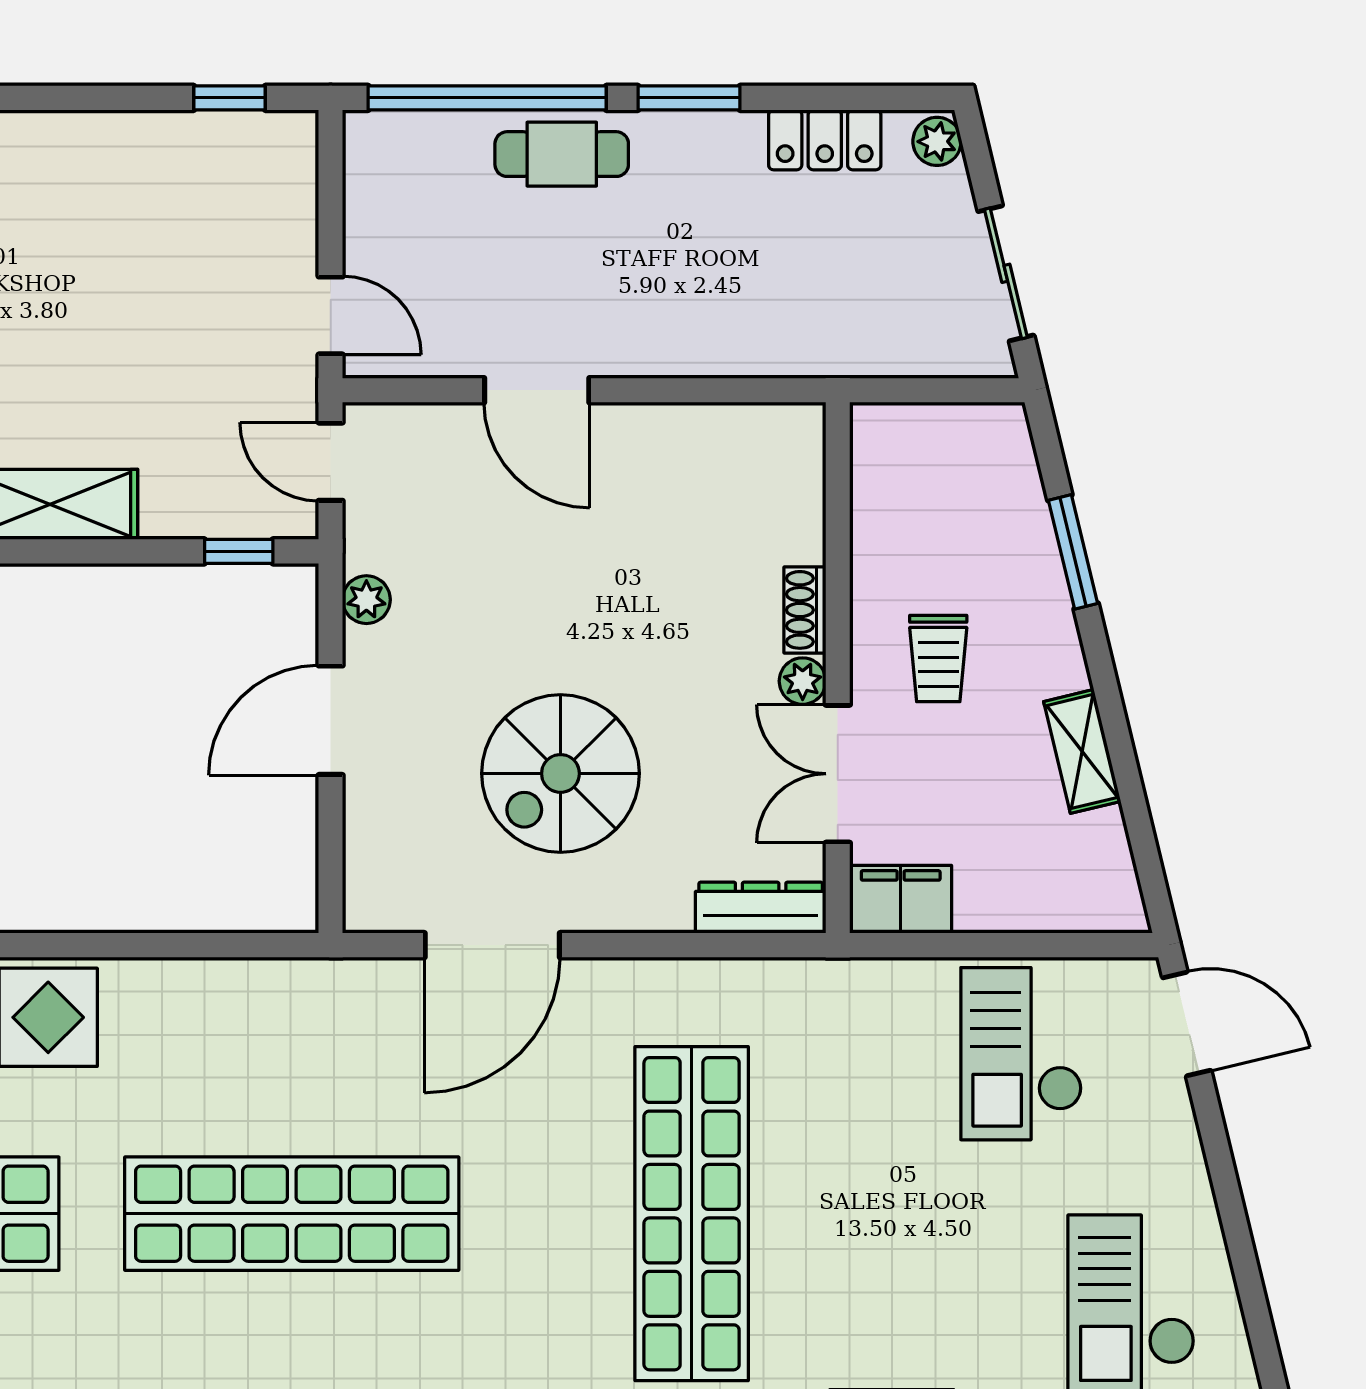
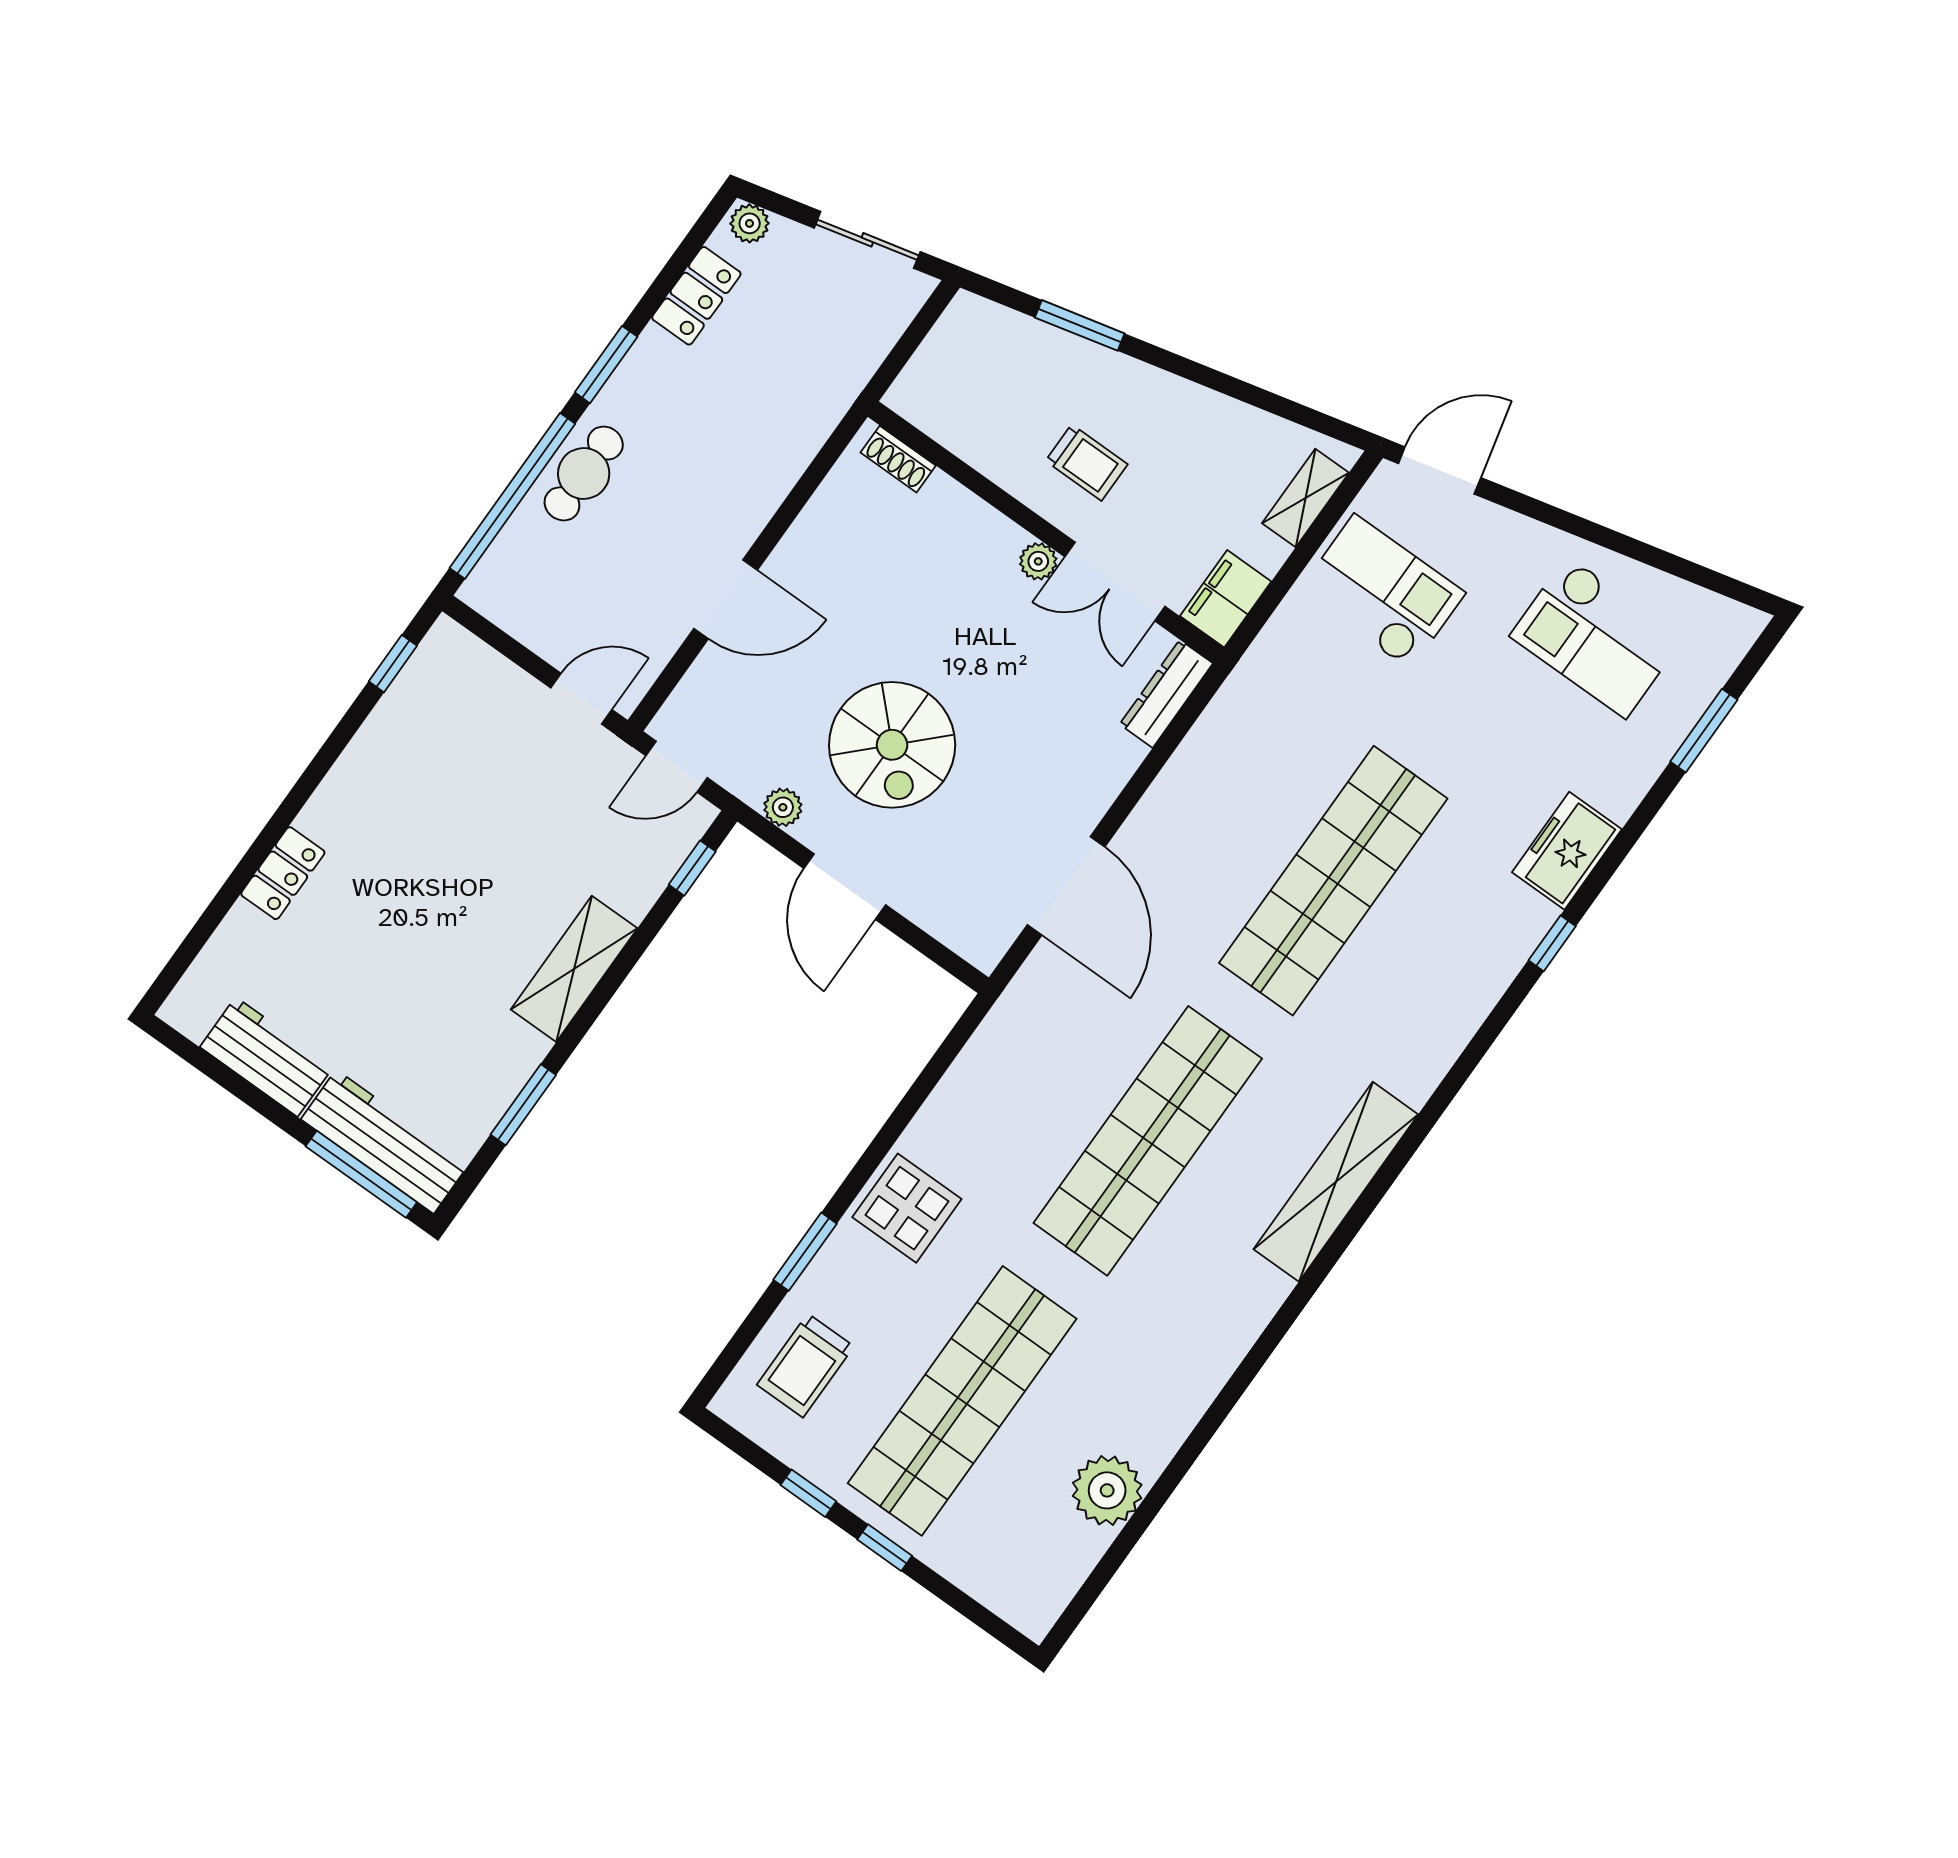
shoe rack: (805, 610) -> (898, 459), moved
shelving: (1082, 751) -> (1306, 498), moved, turned -76
spiral stairs: (560, 773) -> (892, 745), moved
checkout: (1021, 1054) -> (1382, 592), turned 180
shop shelf: (692, 1214) -> (1333, 881), turned 90

